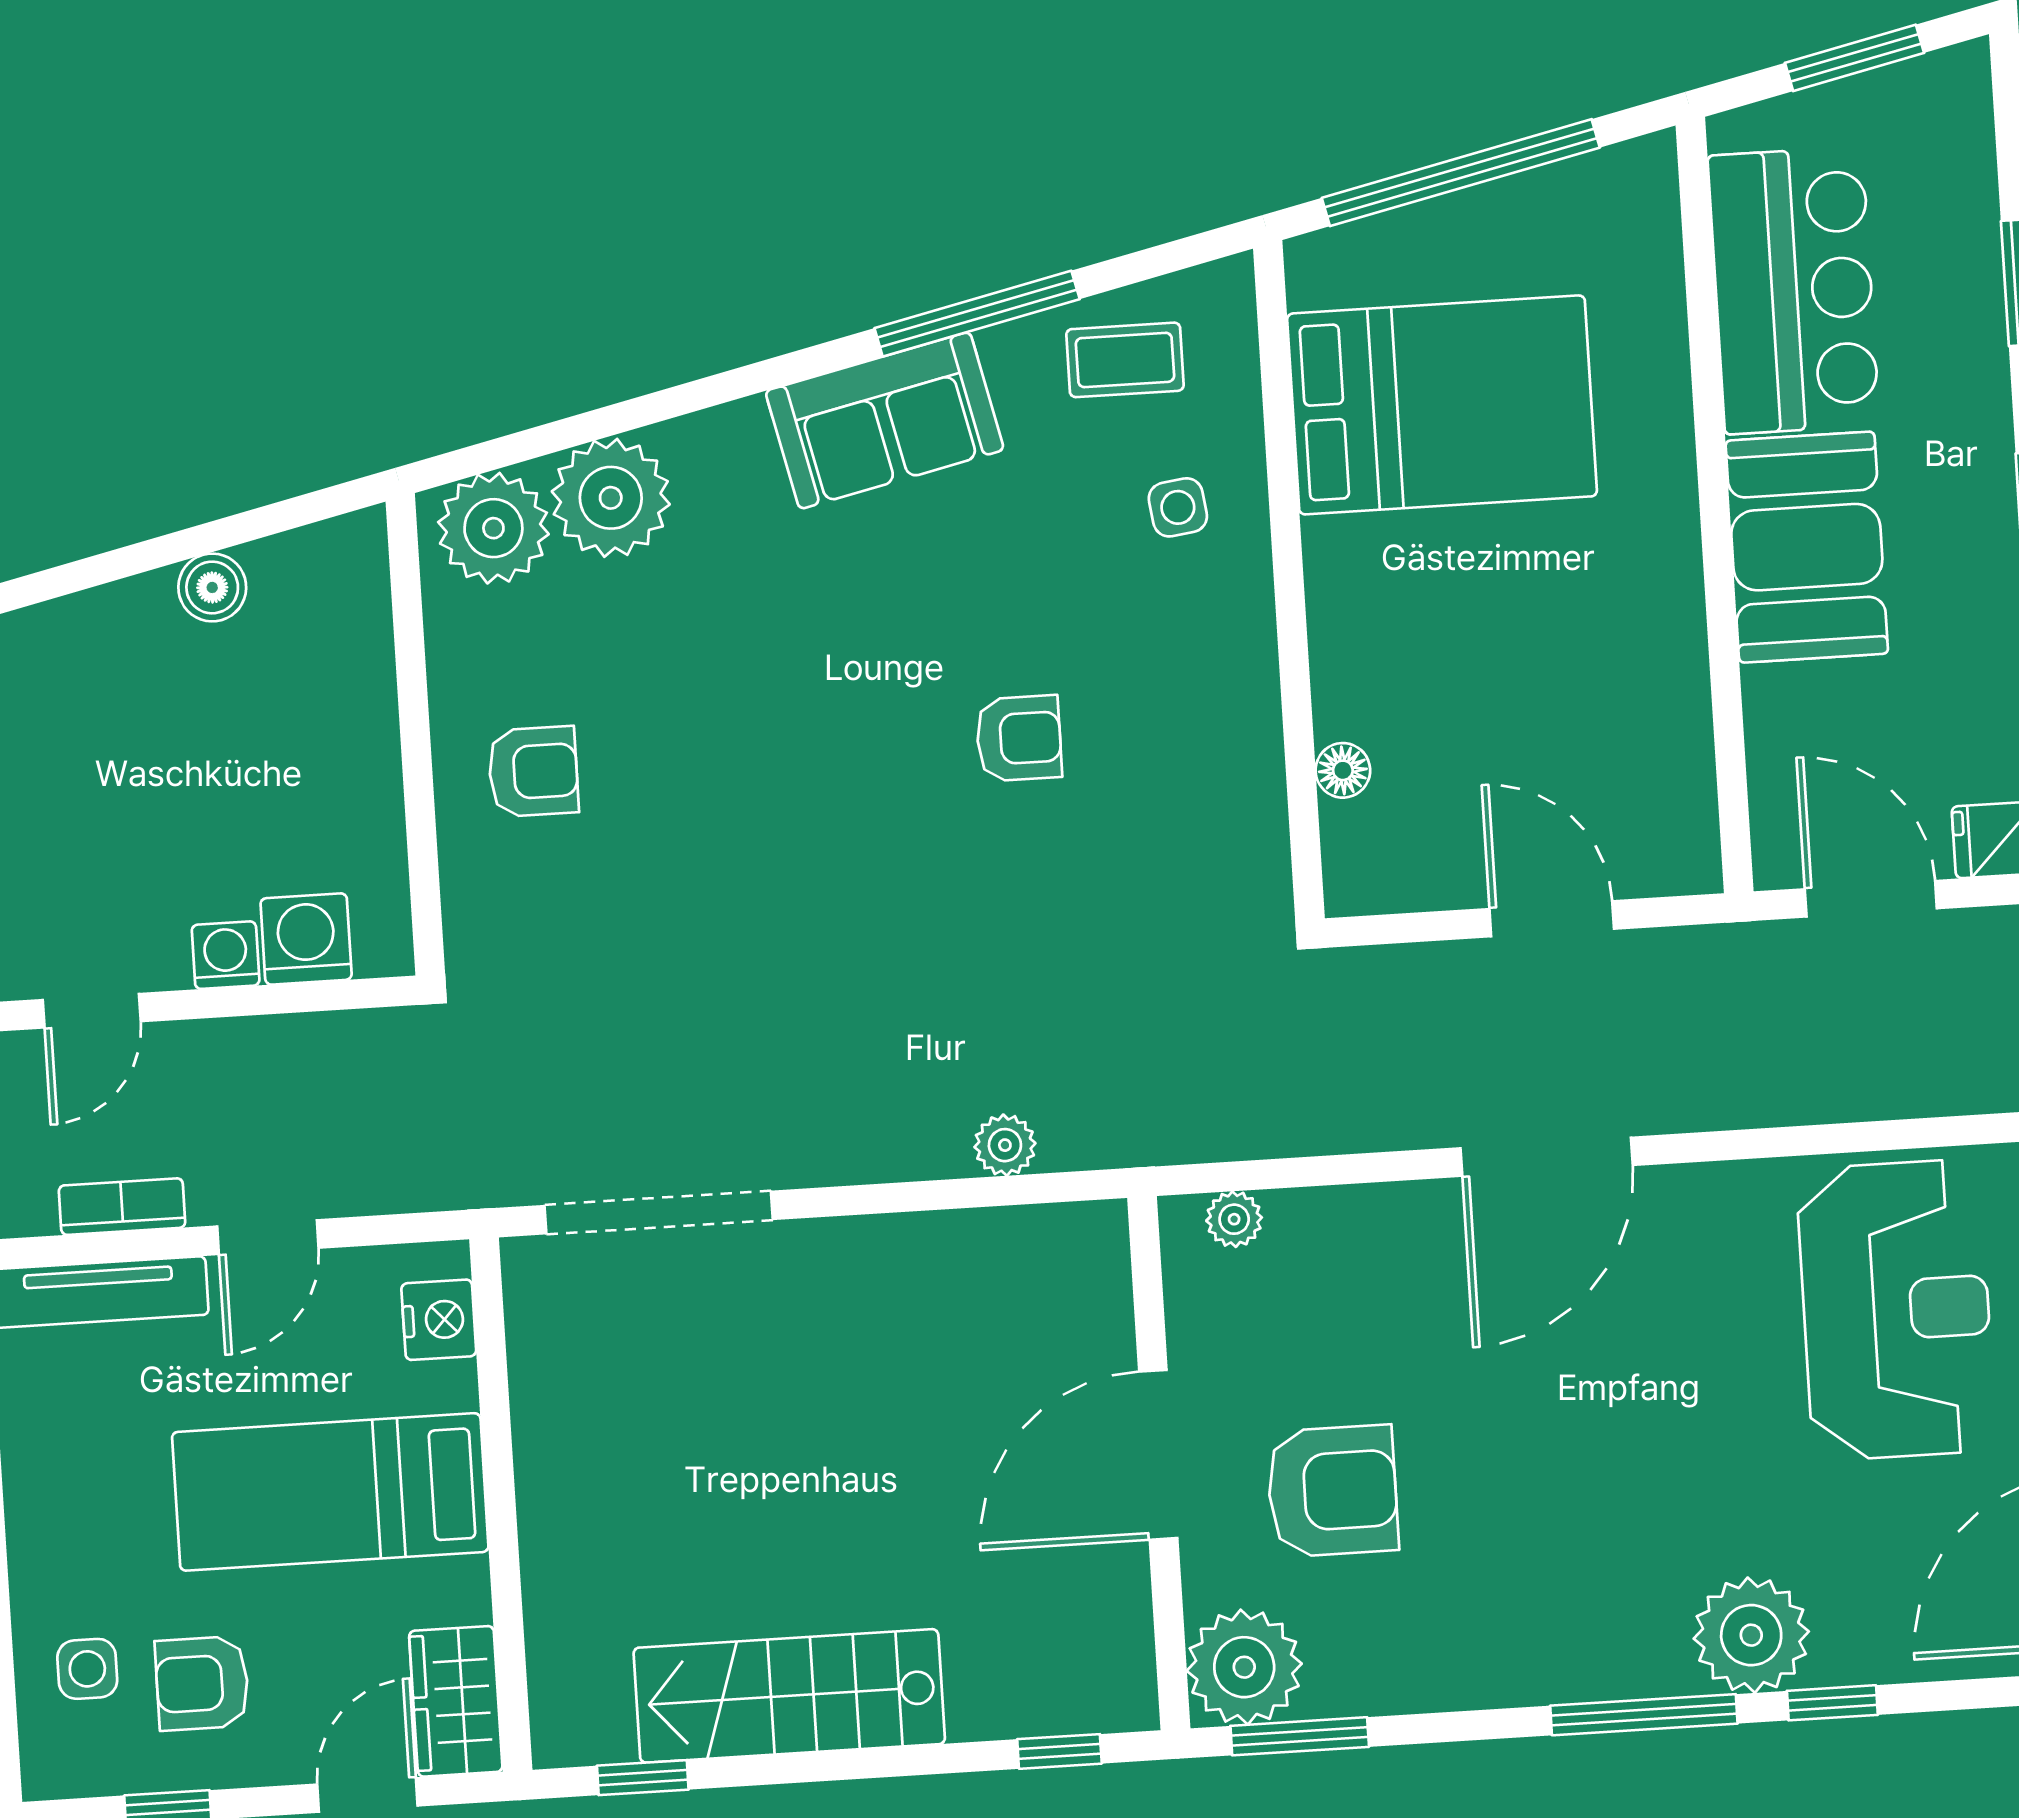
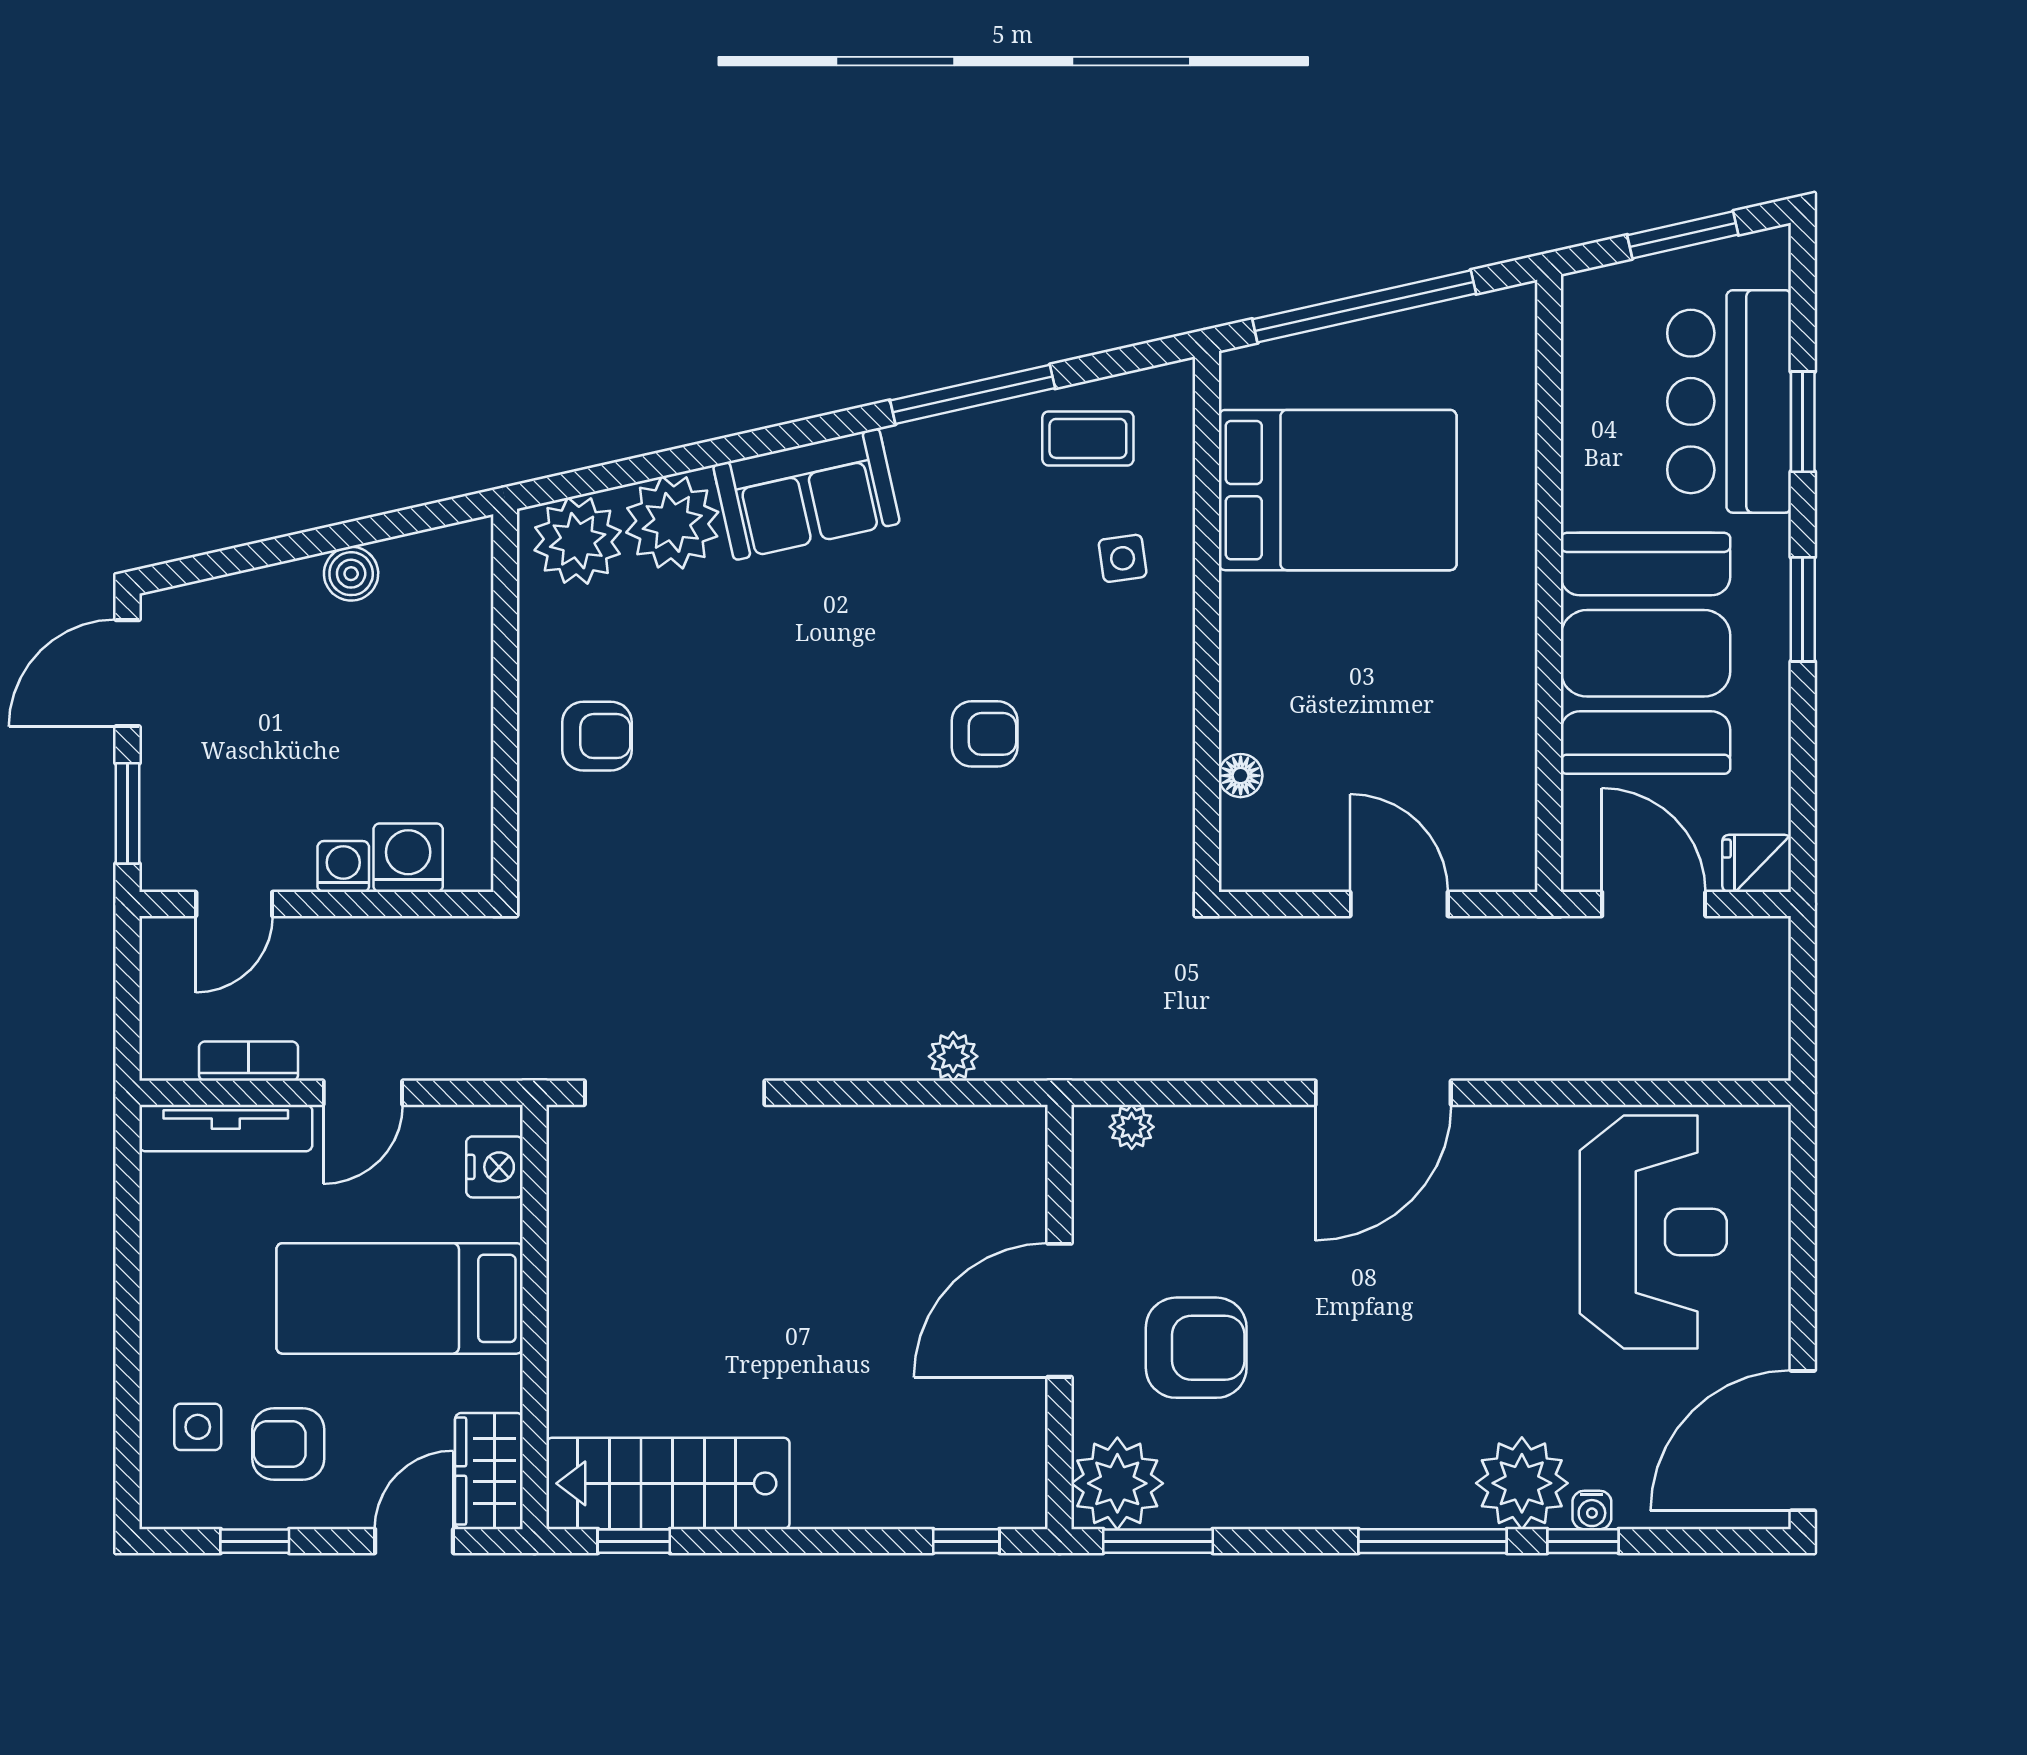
bar counter: (1794, 290) -> (1729, 401), moved, turned 180
sofa: (885, 420) -> (806, 494), moved
booth: (1807, 547) -> (1646, 653), width x1.36, depth x1.42
water cooler: (1841, 1663) -> (1592, 1510), added
stairs: (789, 1696) -> (668, 1483), moved

